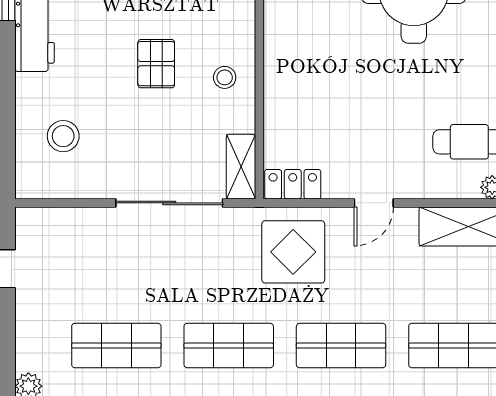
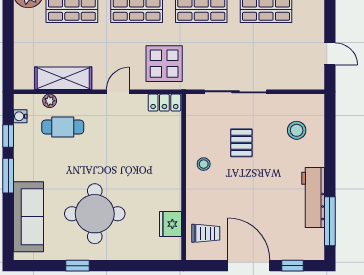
pallet: (156, 64) -> (241, 143), moved
shelving: (241, 167) -> (194, 113), removed

